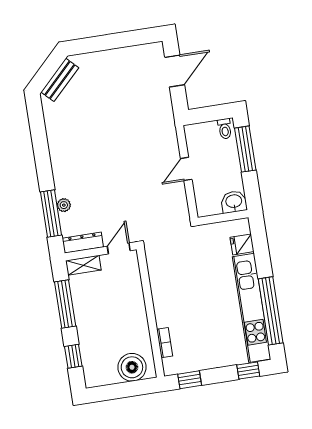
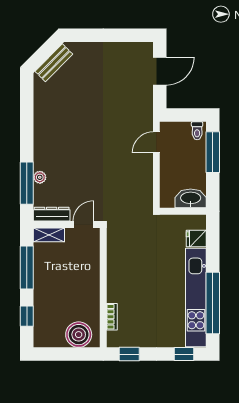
door: (186, 169) -> (156, 142), moved
washbasin: (234, 202) -> (191, 198), width x1.38

